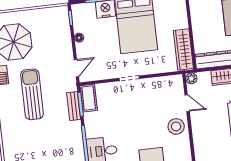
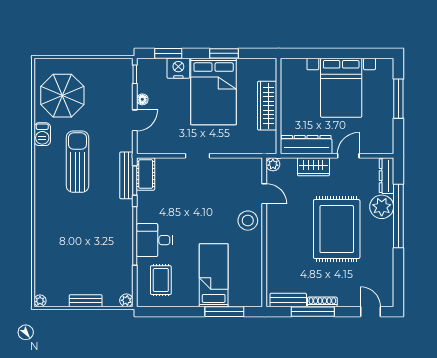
wardrobe: (183, 50) -> (267, 106), moved
door: (76, 68) -> (135, 120), moved
bench: (74, 106) -> (126, 175), width x1.36

